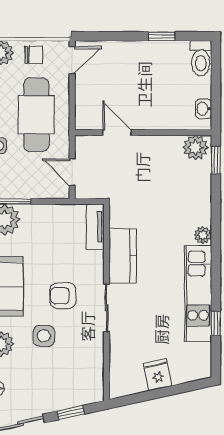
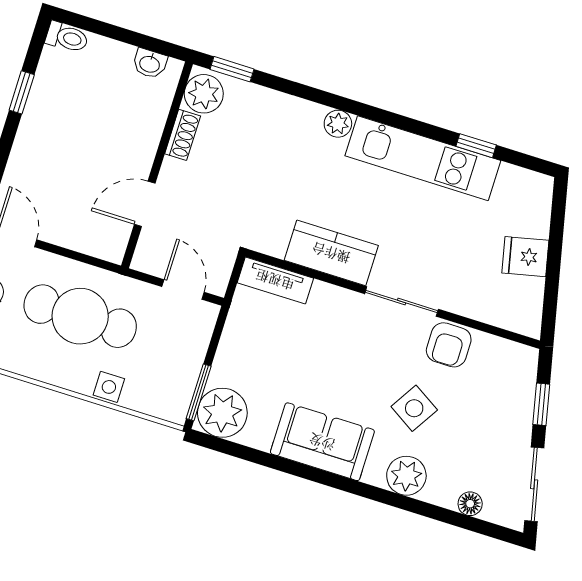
toilet: (201, 58) -> (67, 37), width x0.73, depth x0.72
shoe rack: (166, 142) -> (183, 135), added
door: (72, 172) -> (183, 289), swing flipped
armchair: (63, 296) -> (449, 345), moved
side table: (44, 336) -> (414, 408), turned 32

